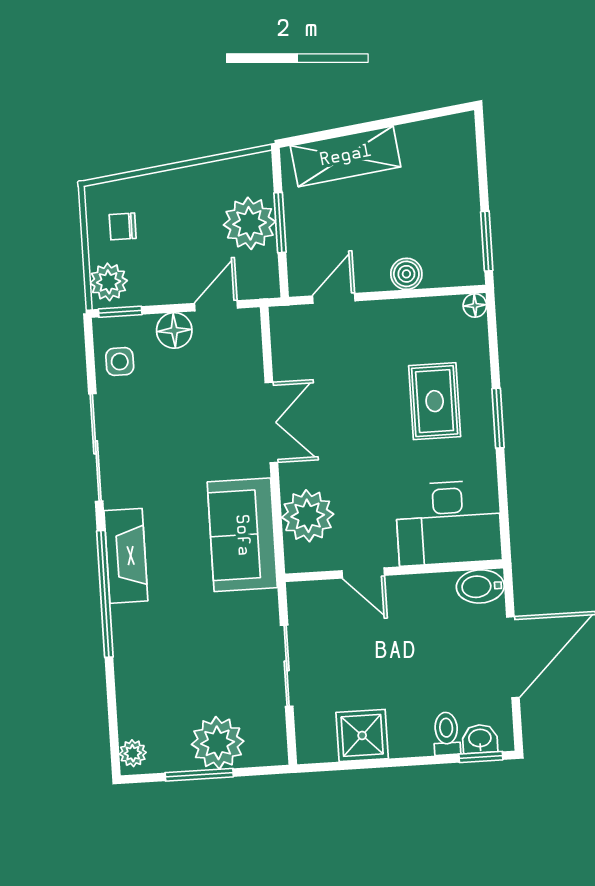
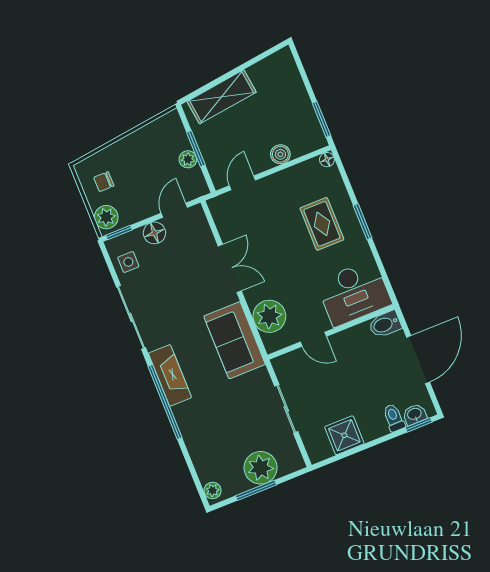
plant: (250, 223) -> (188, 159), width x0.53, depth x0.53

